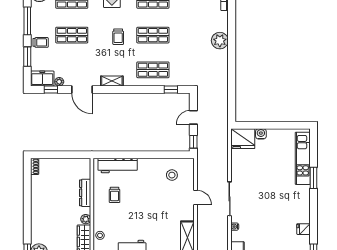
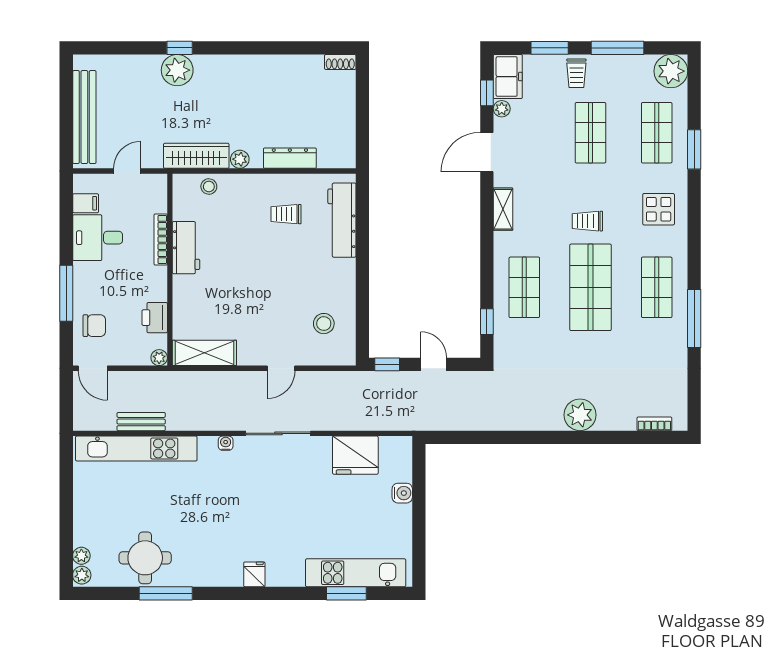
shop shelf: (153, 35) -> (591, 287), width x1.43, depth x1.36
fridge: (243, 139) -> (355, 455), moved, turned -90
window: (314, 178) -> (346, 593), moved
fridge: (304, 229) -> (254, 574), moved

